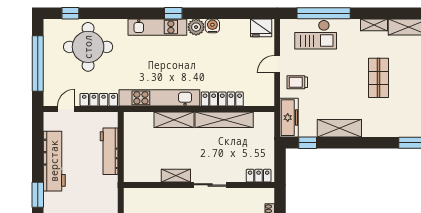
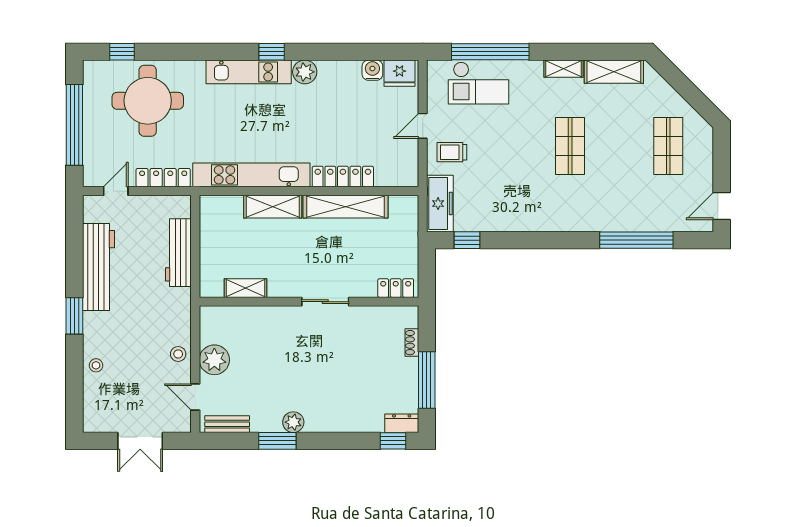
water cooler: (212, 26) -> (372, 70), moved
shelving: (339, 128) -> (513, 219), removed
shelving: (176, 176) -> (246, 288), moved

